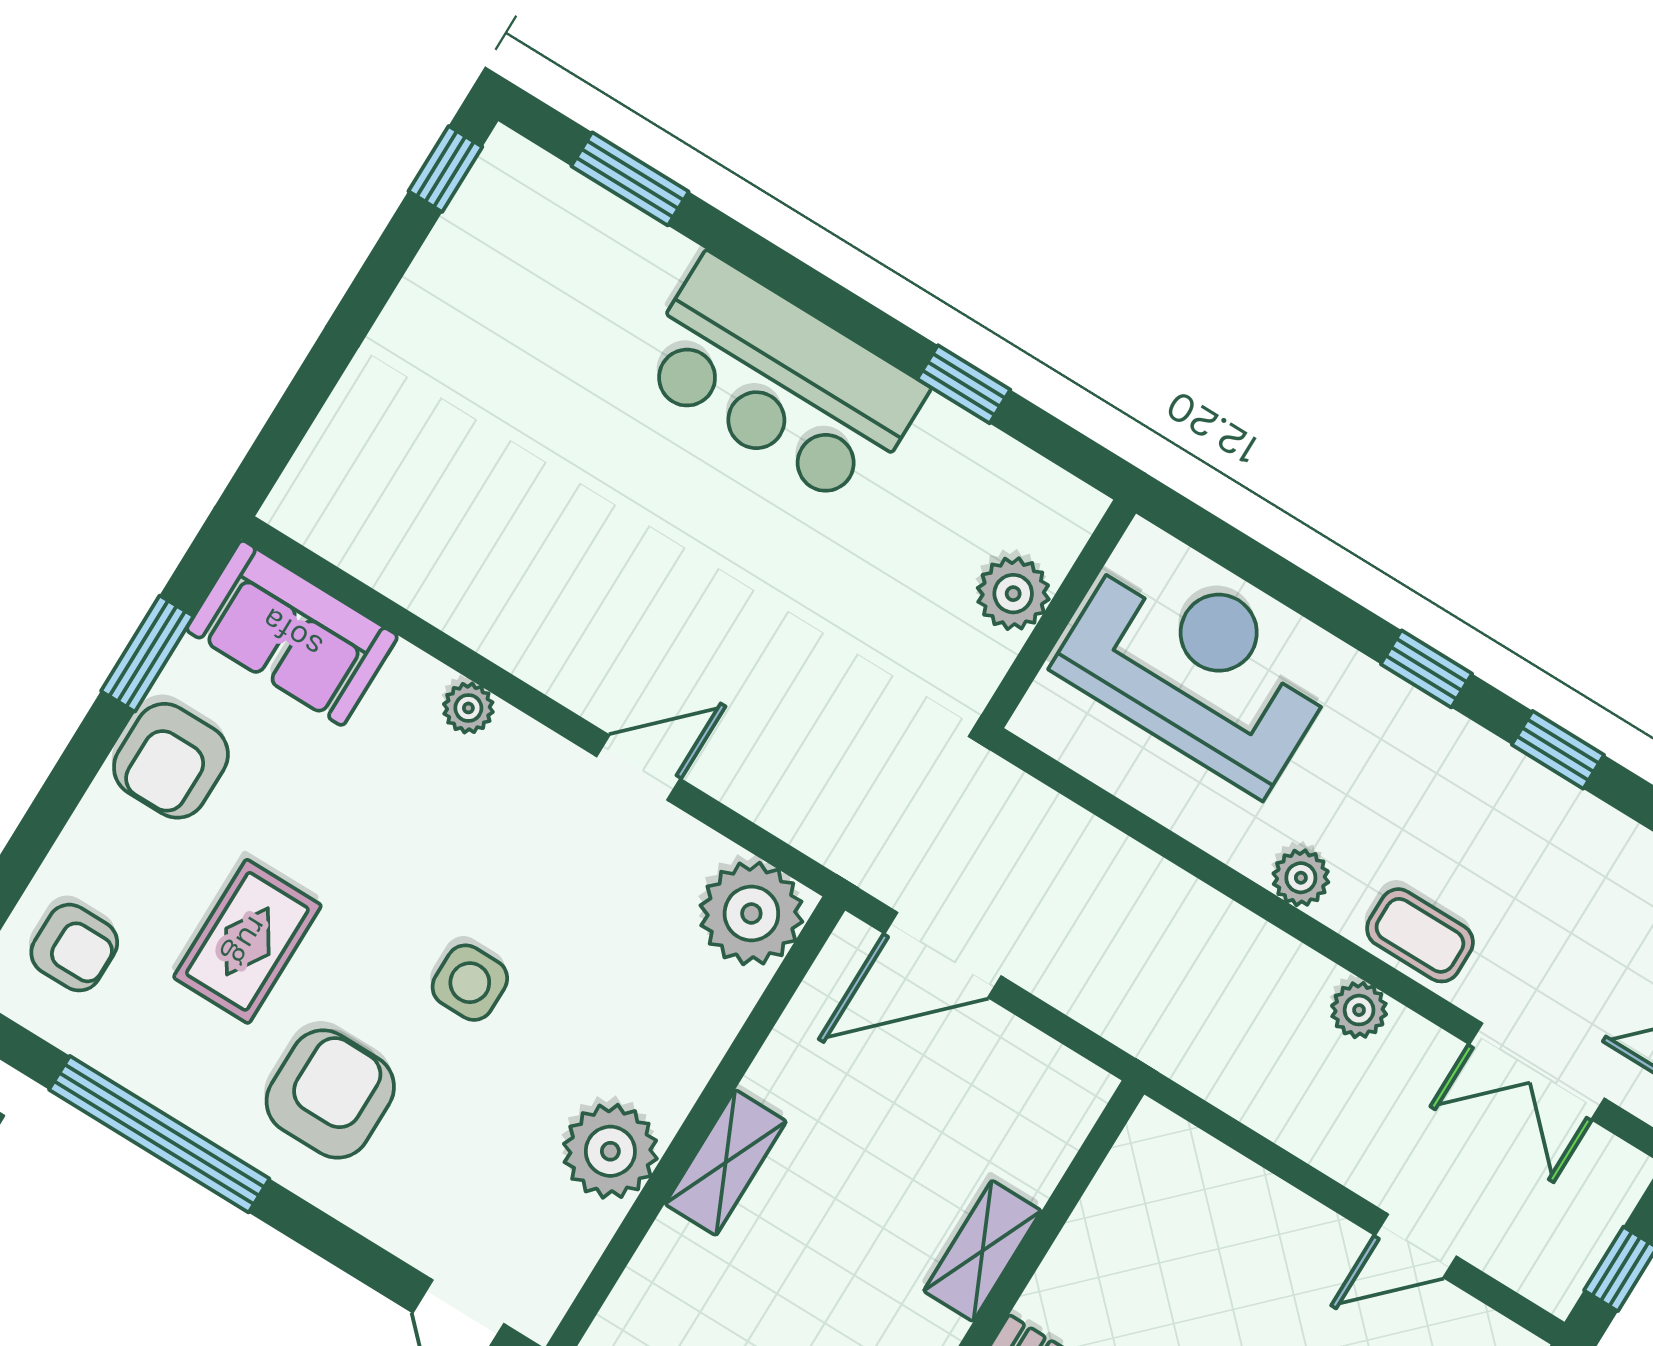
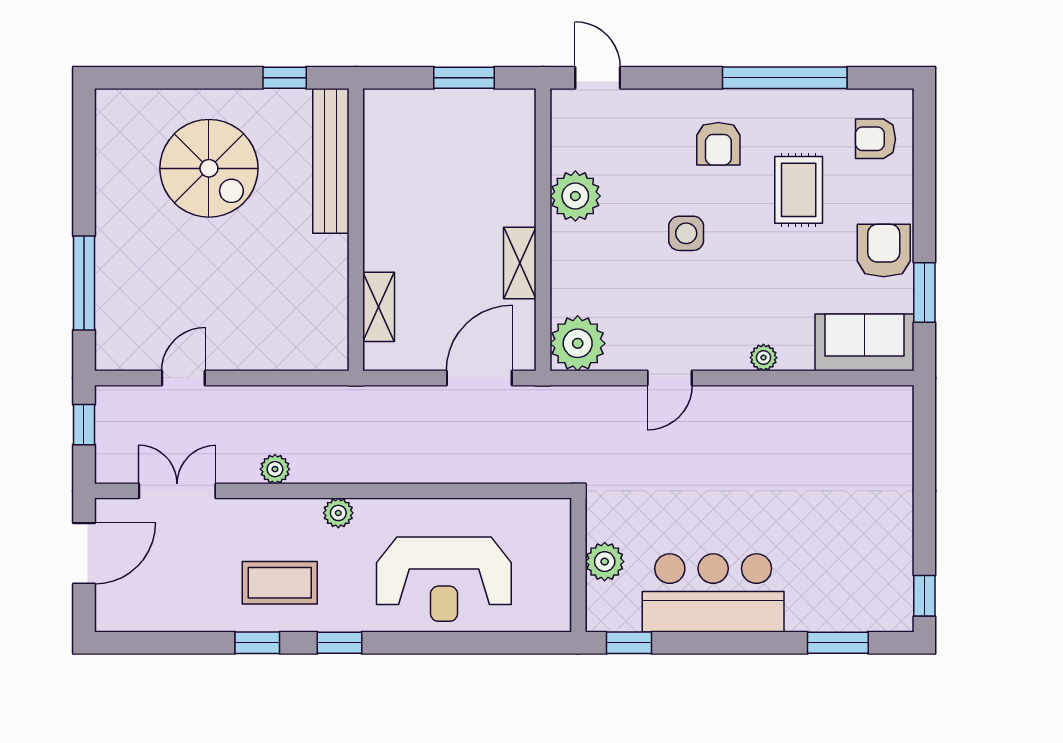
plant: (1013, 594) -> (605, 562), moved
wall: (1059, 614) -> (578, 565), moved
coffee table: (1420, 935) -> (280, 583), moved, width x1.36, depth x1.30
armchair: (330, 1094) -> (718, 144), width x0.72, depth x0.72
shelving: (726, 1163) -> (520, 263), moved
shelving: (982, 1251) -> (379, 307), moved

